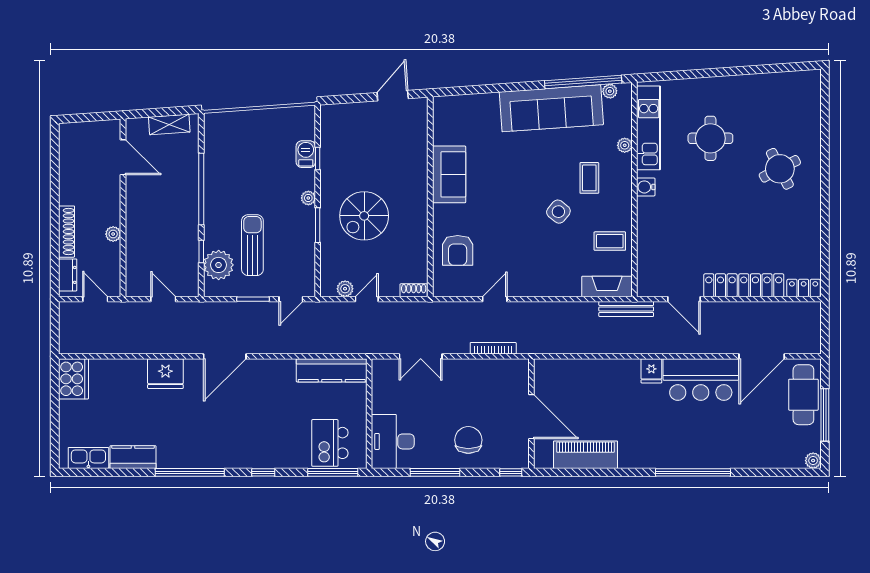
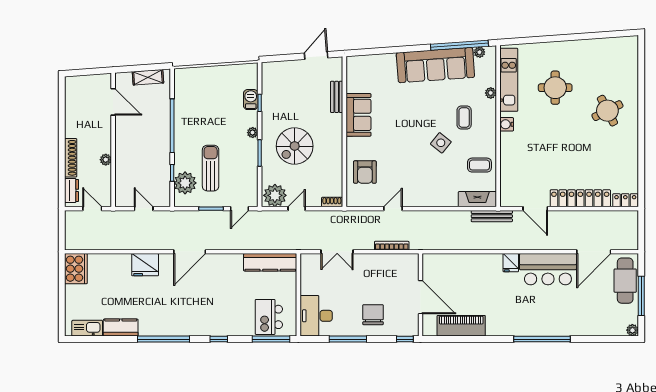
bench: (420, 151) -> (337, 97), added
plant: (345, 289) -> (275, 195), width x1.88, depth x1.88

